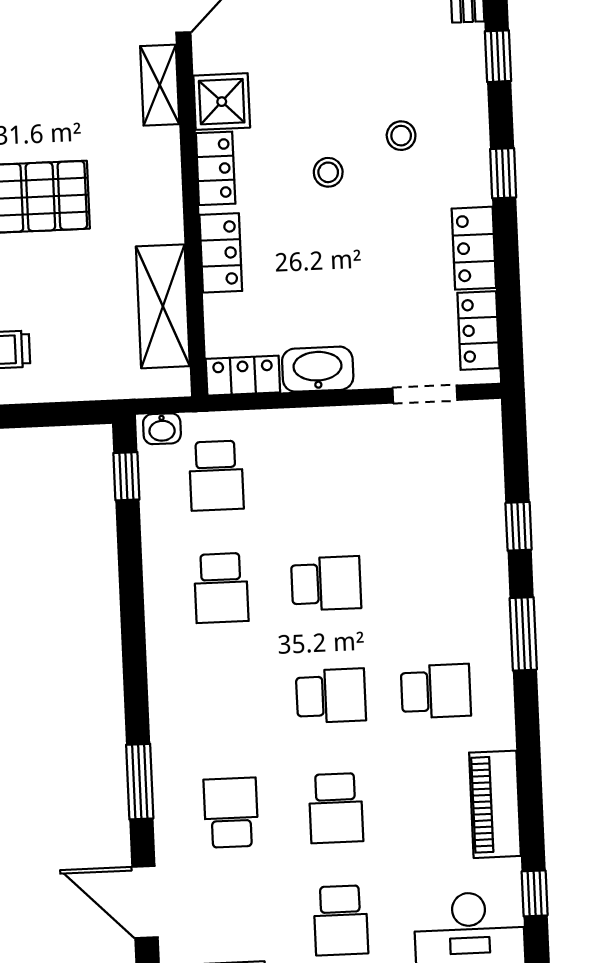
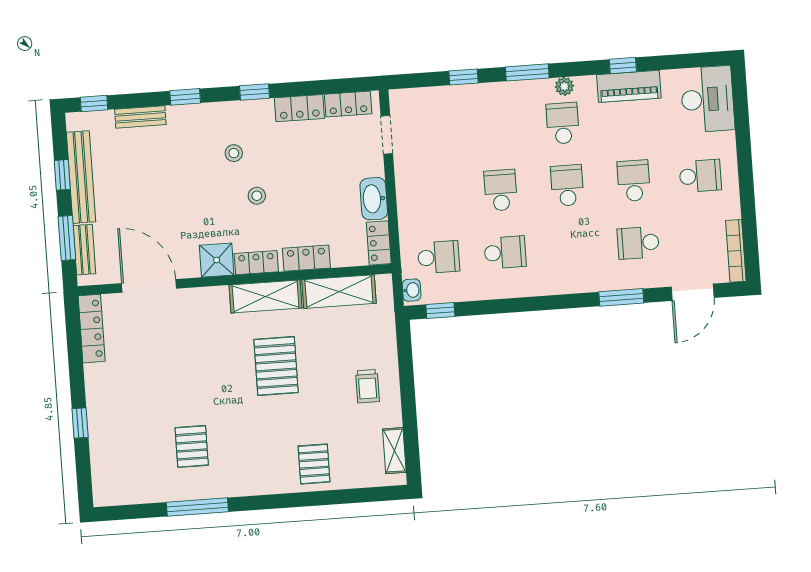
shelving: (160, 85) -> (266, 297), moved, width x1.50, depth x1.33
plant: (498, 696) -> (564, 86), added
school desk: (336, 808) -> (634, 181), turned -90
window: (535, 893) -> (623, 66), moved

